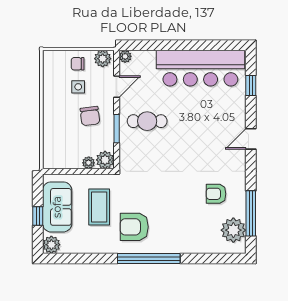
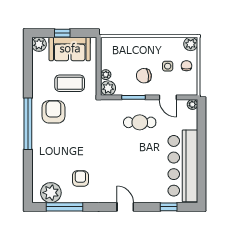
plant: (103, 59) -> (191, 44), moved
cafe table: (147, 121) -> (140, 122), turned 90

